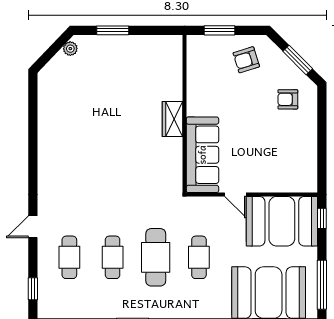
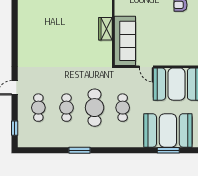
wardrobe: (173, 119) -> (105, 29), moved

